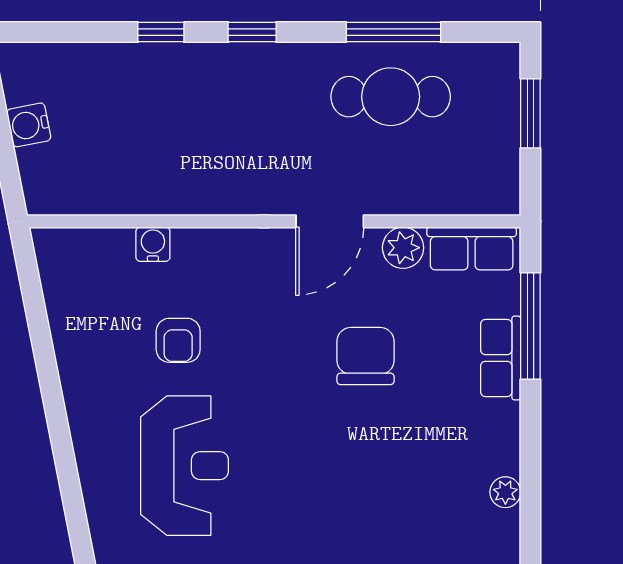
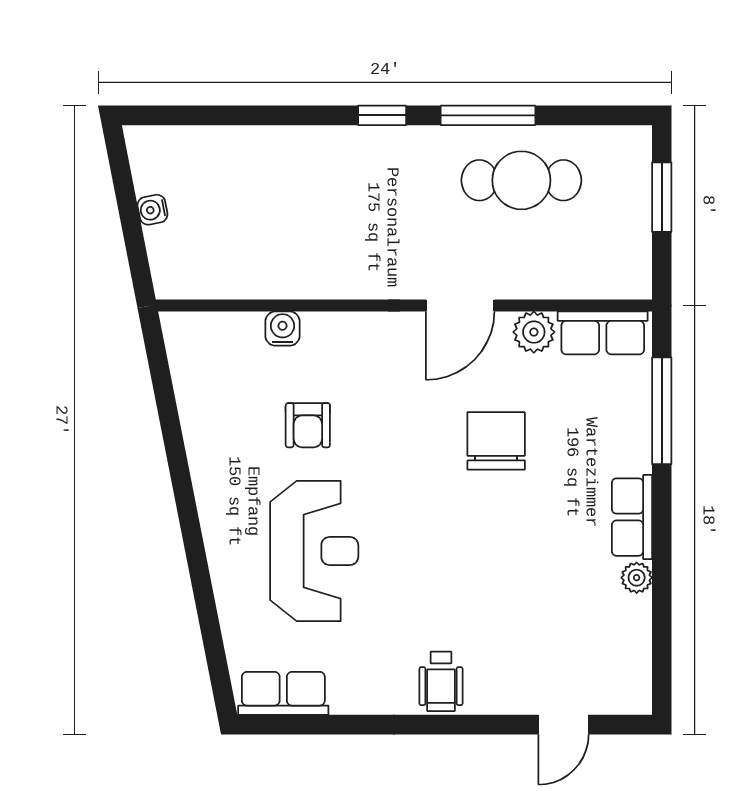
window: (161, 32) -> (291, 115), removed
window: (393, 32) -> (488, 115), moved
water cooler: (29, 125) -> (152, 210), width x0.72, depth x0.72
row of seats: (501, 358) -> (632, 517), moved

